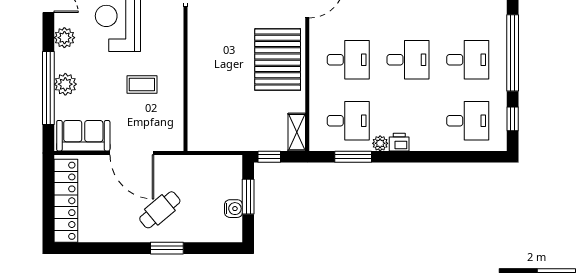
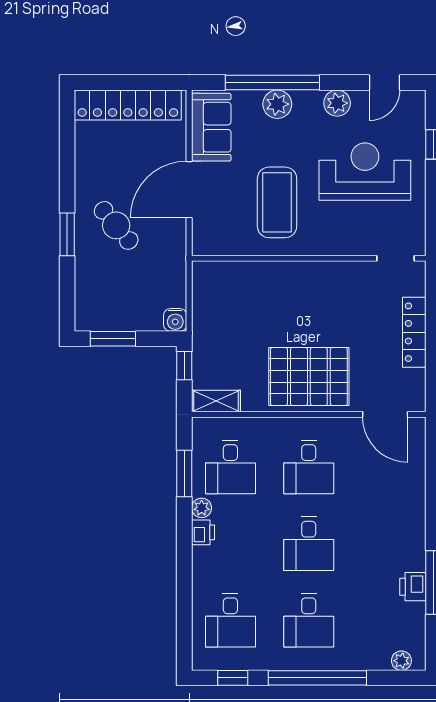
coffee table: (142, 84) -> (277, 202), width x1.86, depth x1.72
window: (248, 197) -> (113, 339), moved
water cooler: (234, 209) -> (175, 320), moved

